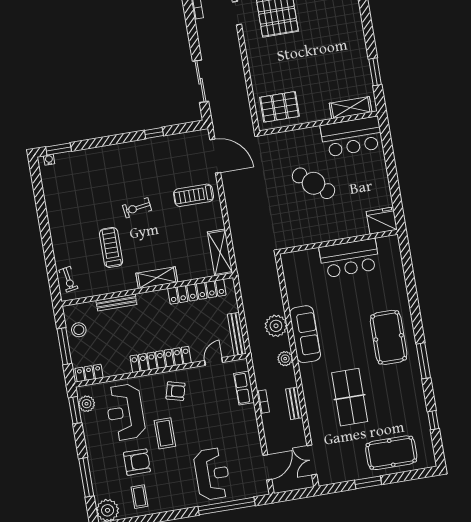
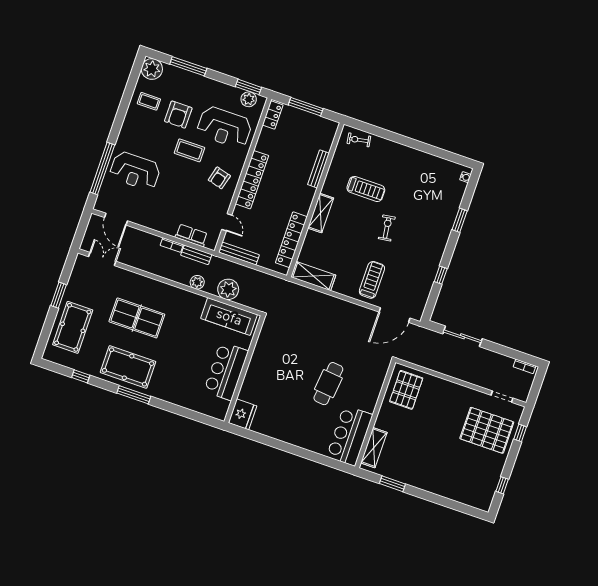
window: (59, 149) -> (460, 220), moved
cafe table: (314, 183) -> (328, 384), turned -33
fridge: (382, 221) -> (242, 414), moved
wall: (338, 242) -> (244, 369), moved
bar counter: (349, 258) -> (226, 371), moved
stool: (79, 330) -> (313, 126), removed
sofa: (305, 334) -> (229, 317), moved
pool table: (389, 337) -> (128, 367), moved
bench: (294, 403) -> (196, 255), moved
reception desk: (125, 412) -> (224, 127), turned 180

